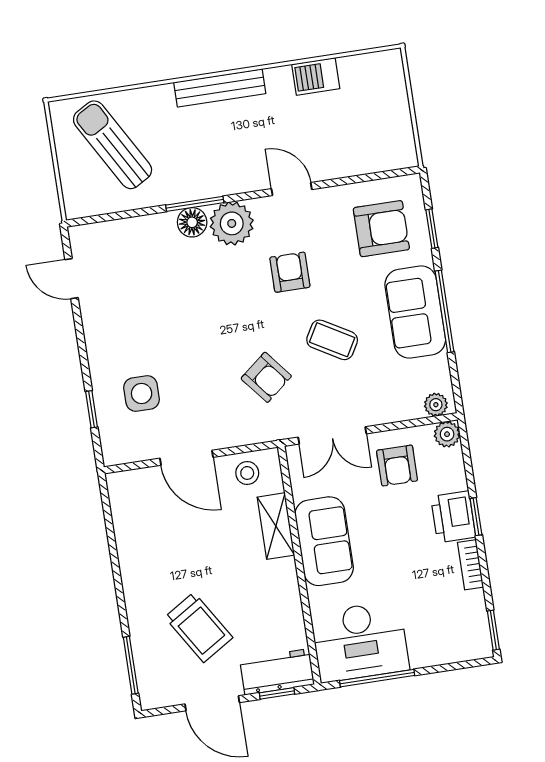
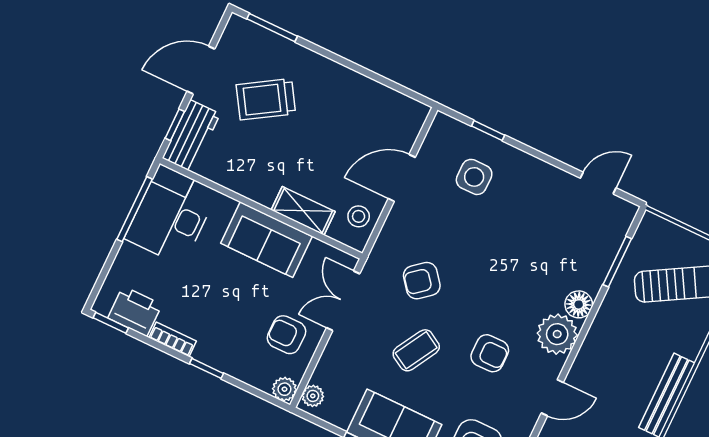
window: (195, 204) -> (617, 262), moved
printer: (453, 517) -> (135, 311), moved

